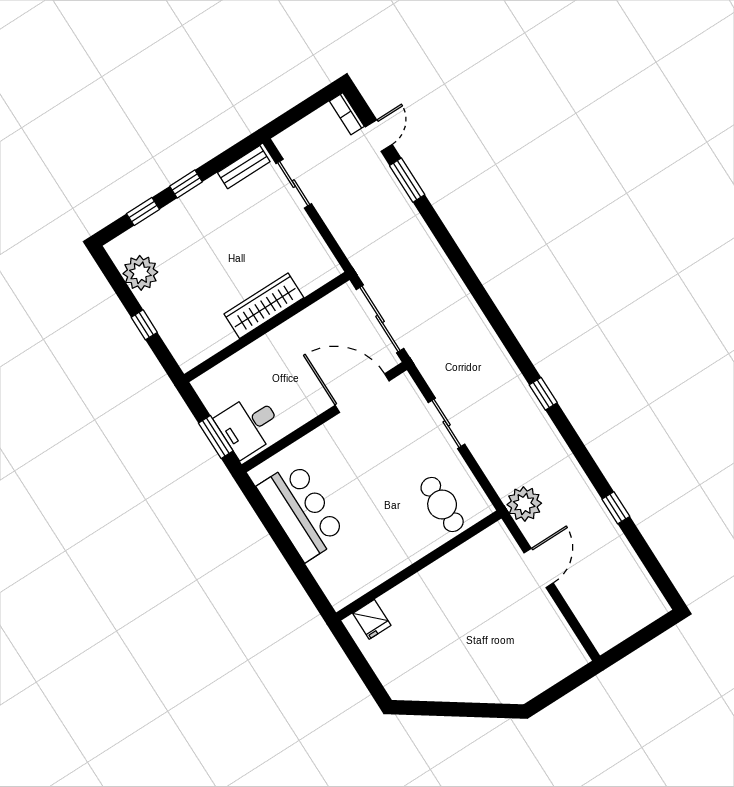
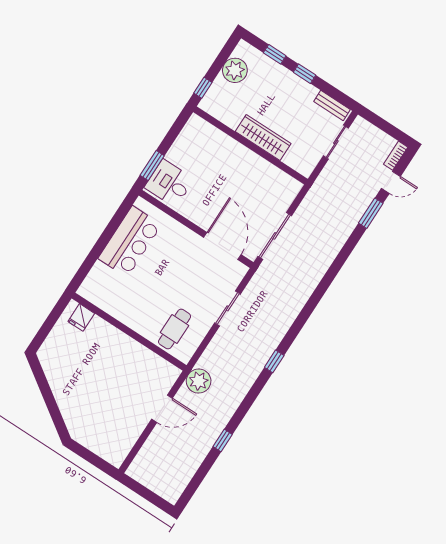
wardrobe: (264, 306) -> (263, 137), moved
wall: (267, 327) -> (250, 145), moved

